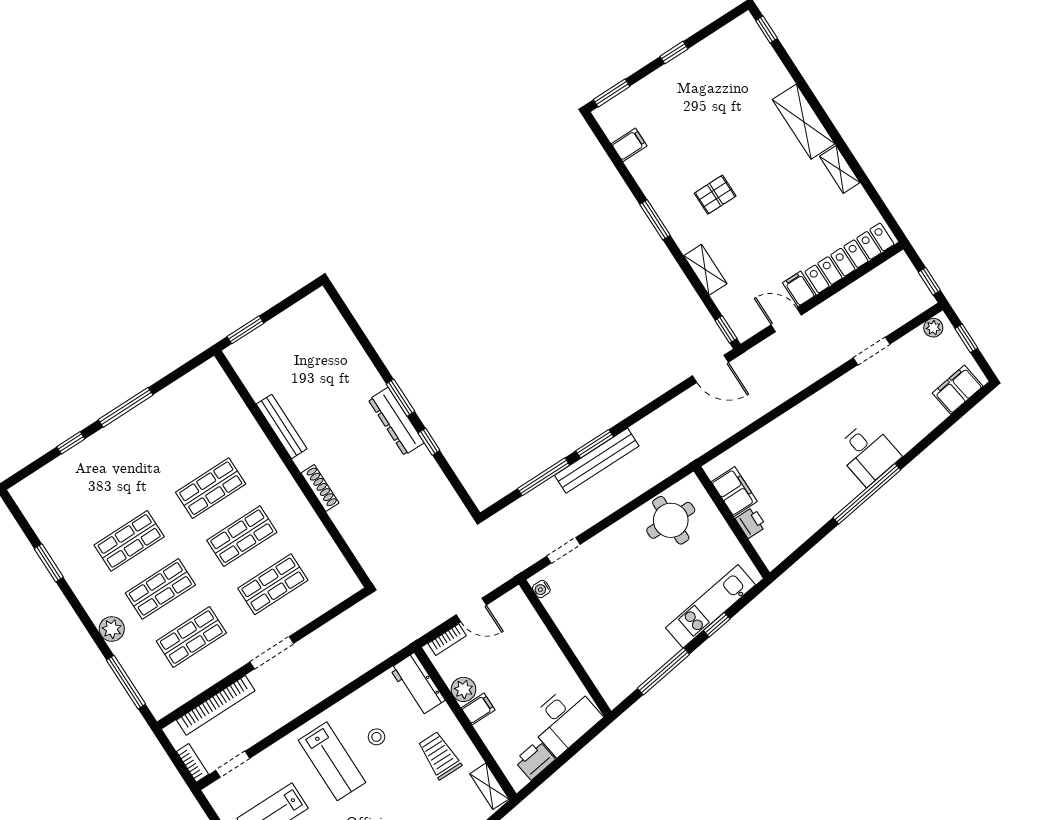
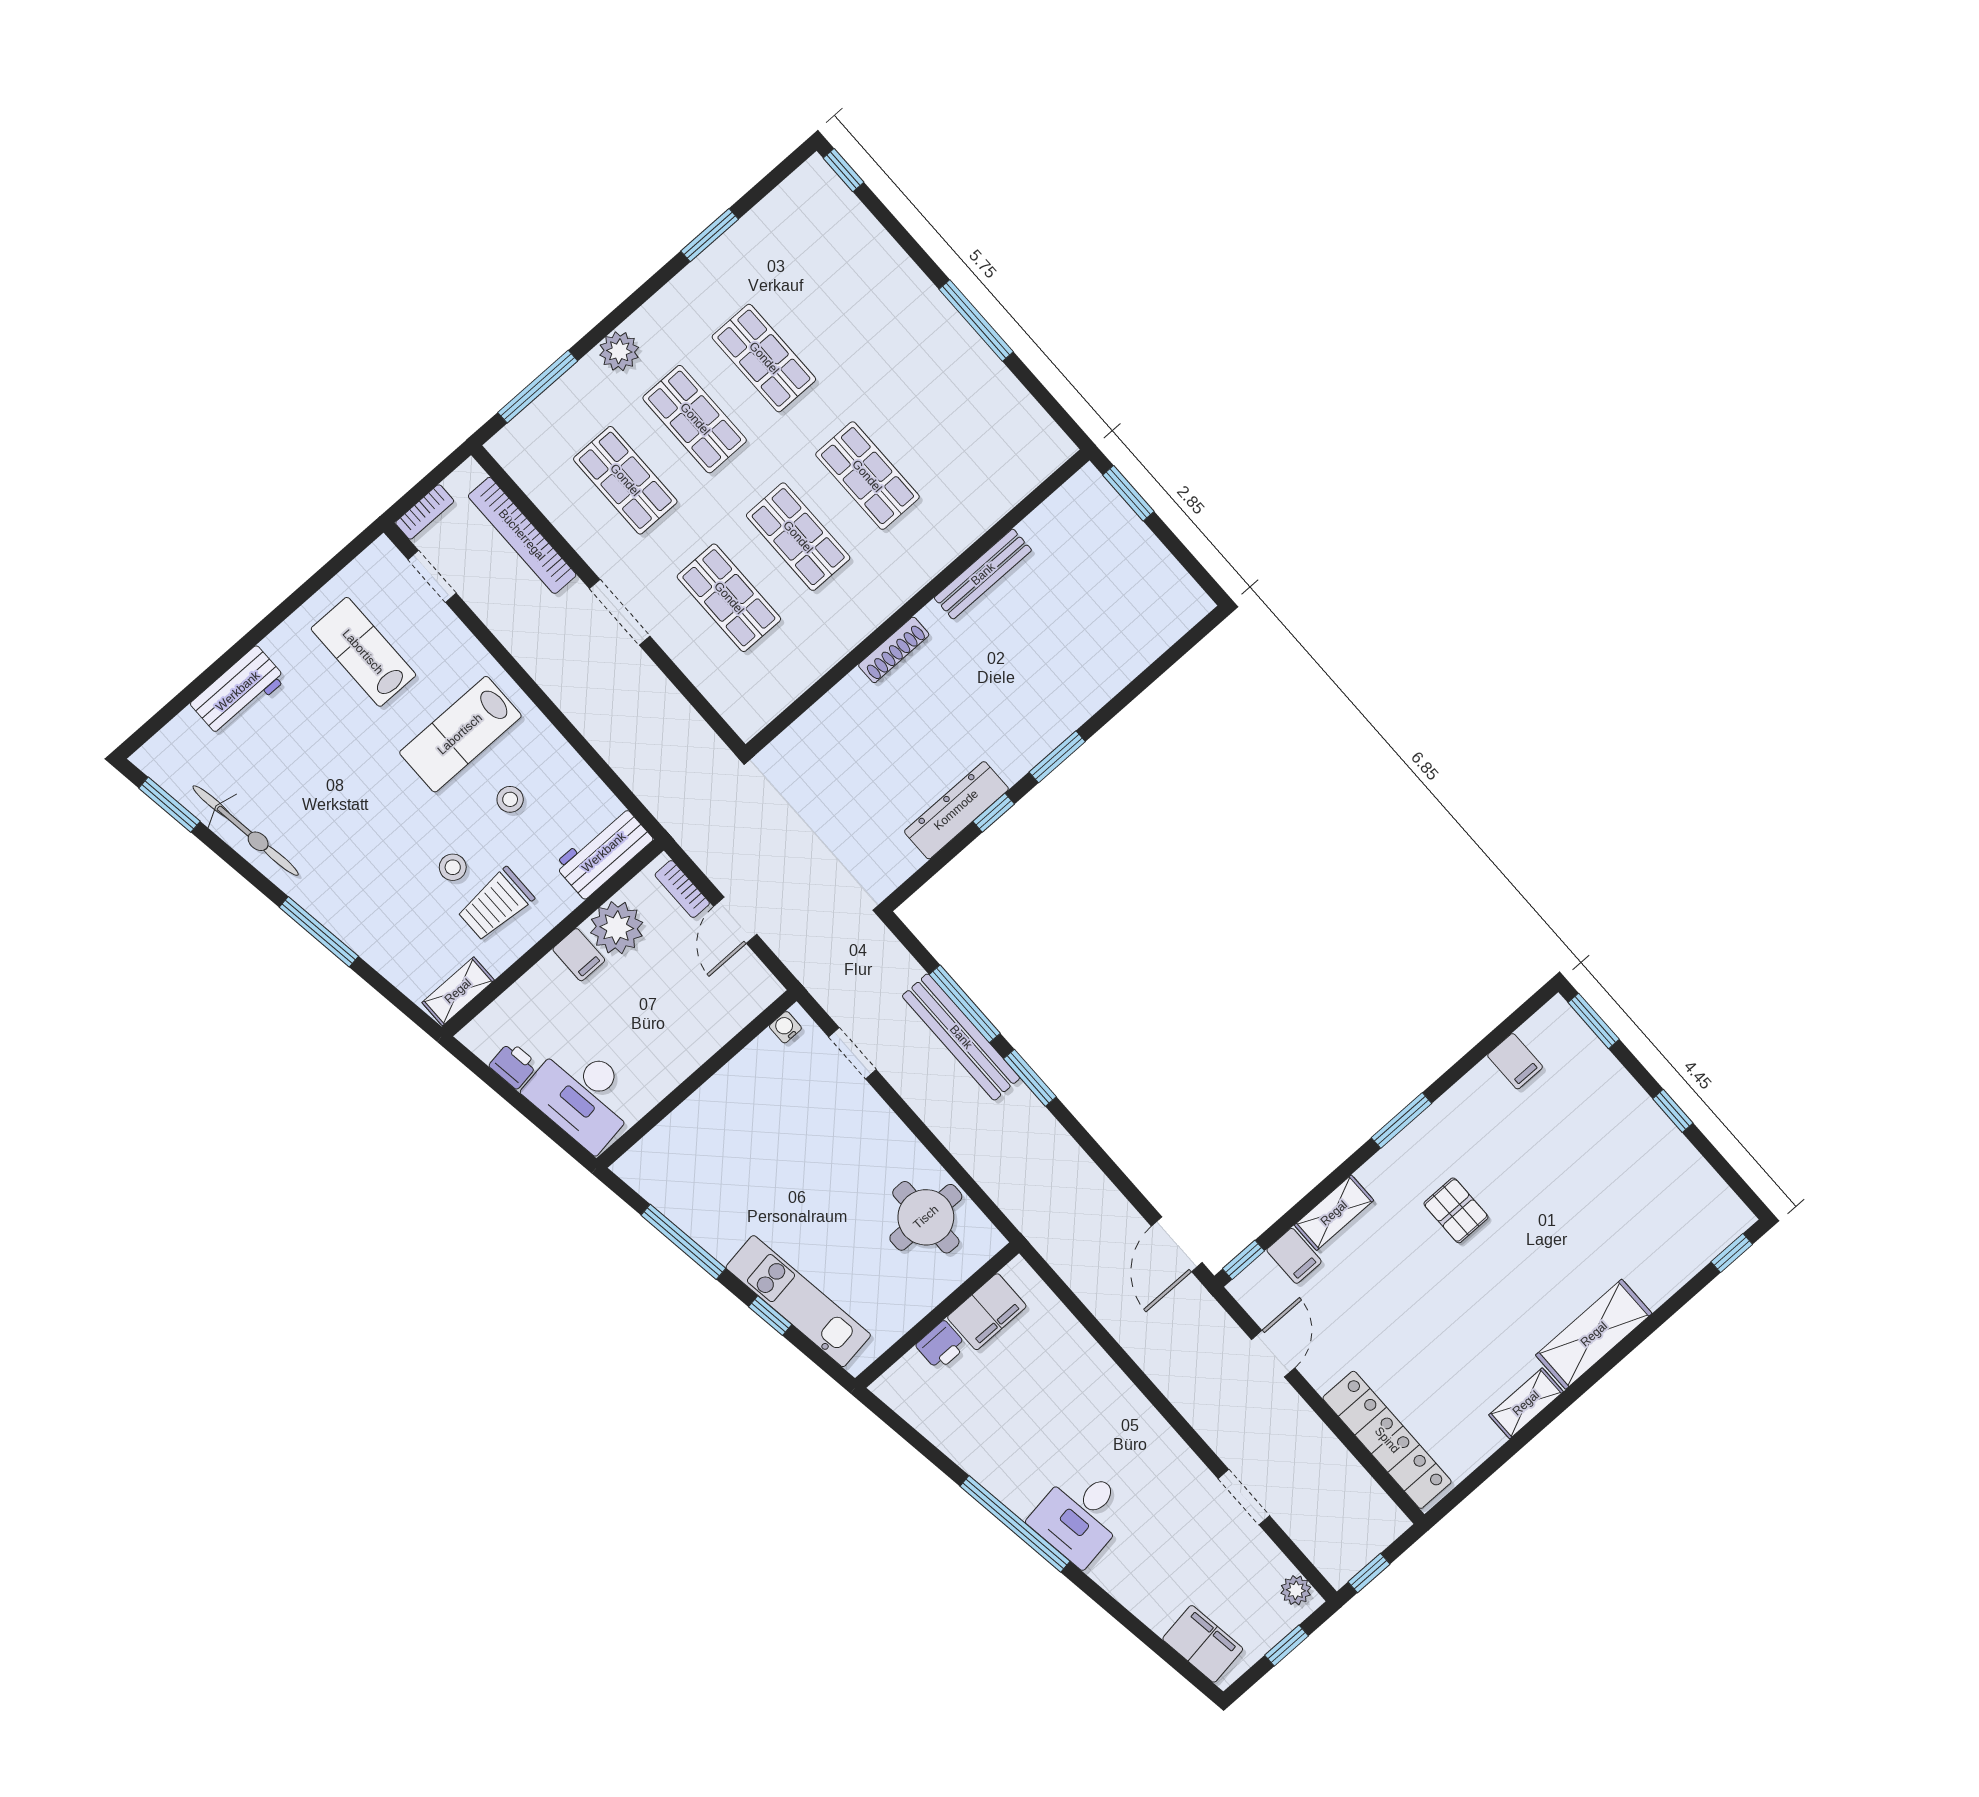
filing cabinet: (799, 289) -> (1294, 1256), moved, turned 90
dresser: (396, 421) -> (956, 810), moved
window: (71, 443) -> (843, 170), moved
bench: (597, 461) -> (961, 1037), moved
plant: (464, 689) -> (617, 928), width x1.36, depth x1.36
trolley: (439, 755) -> (496, 904), turned 180
printer: (535, 760) -> (513, 1065), width x0.73, depth x0.81
stool: (413, 778) -> (453, 867), added

